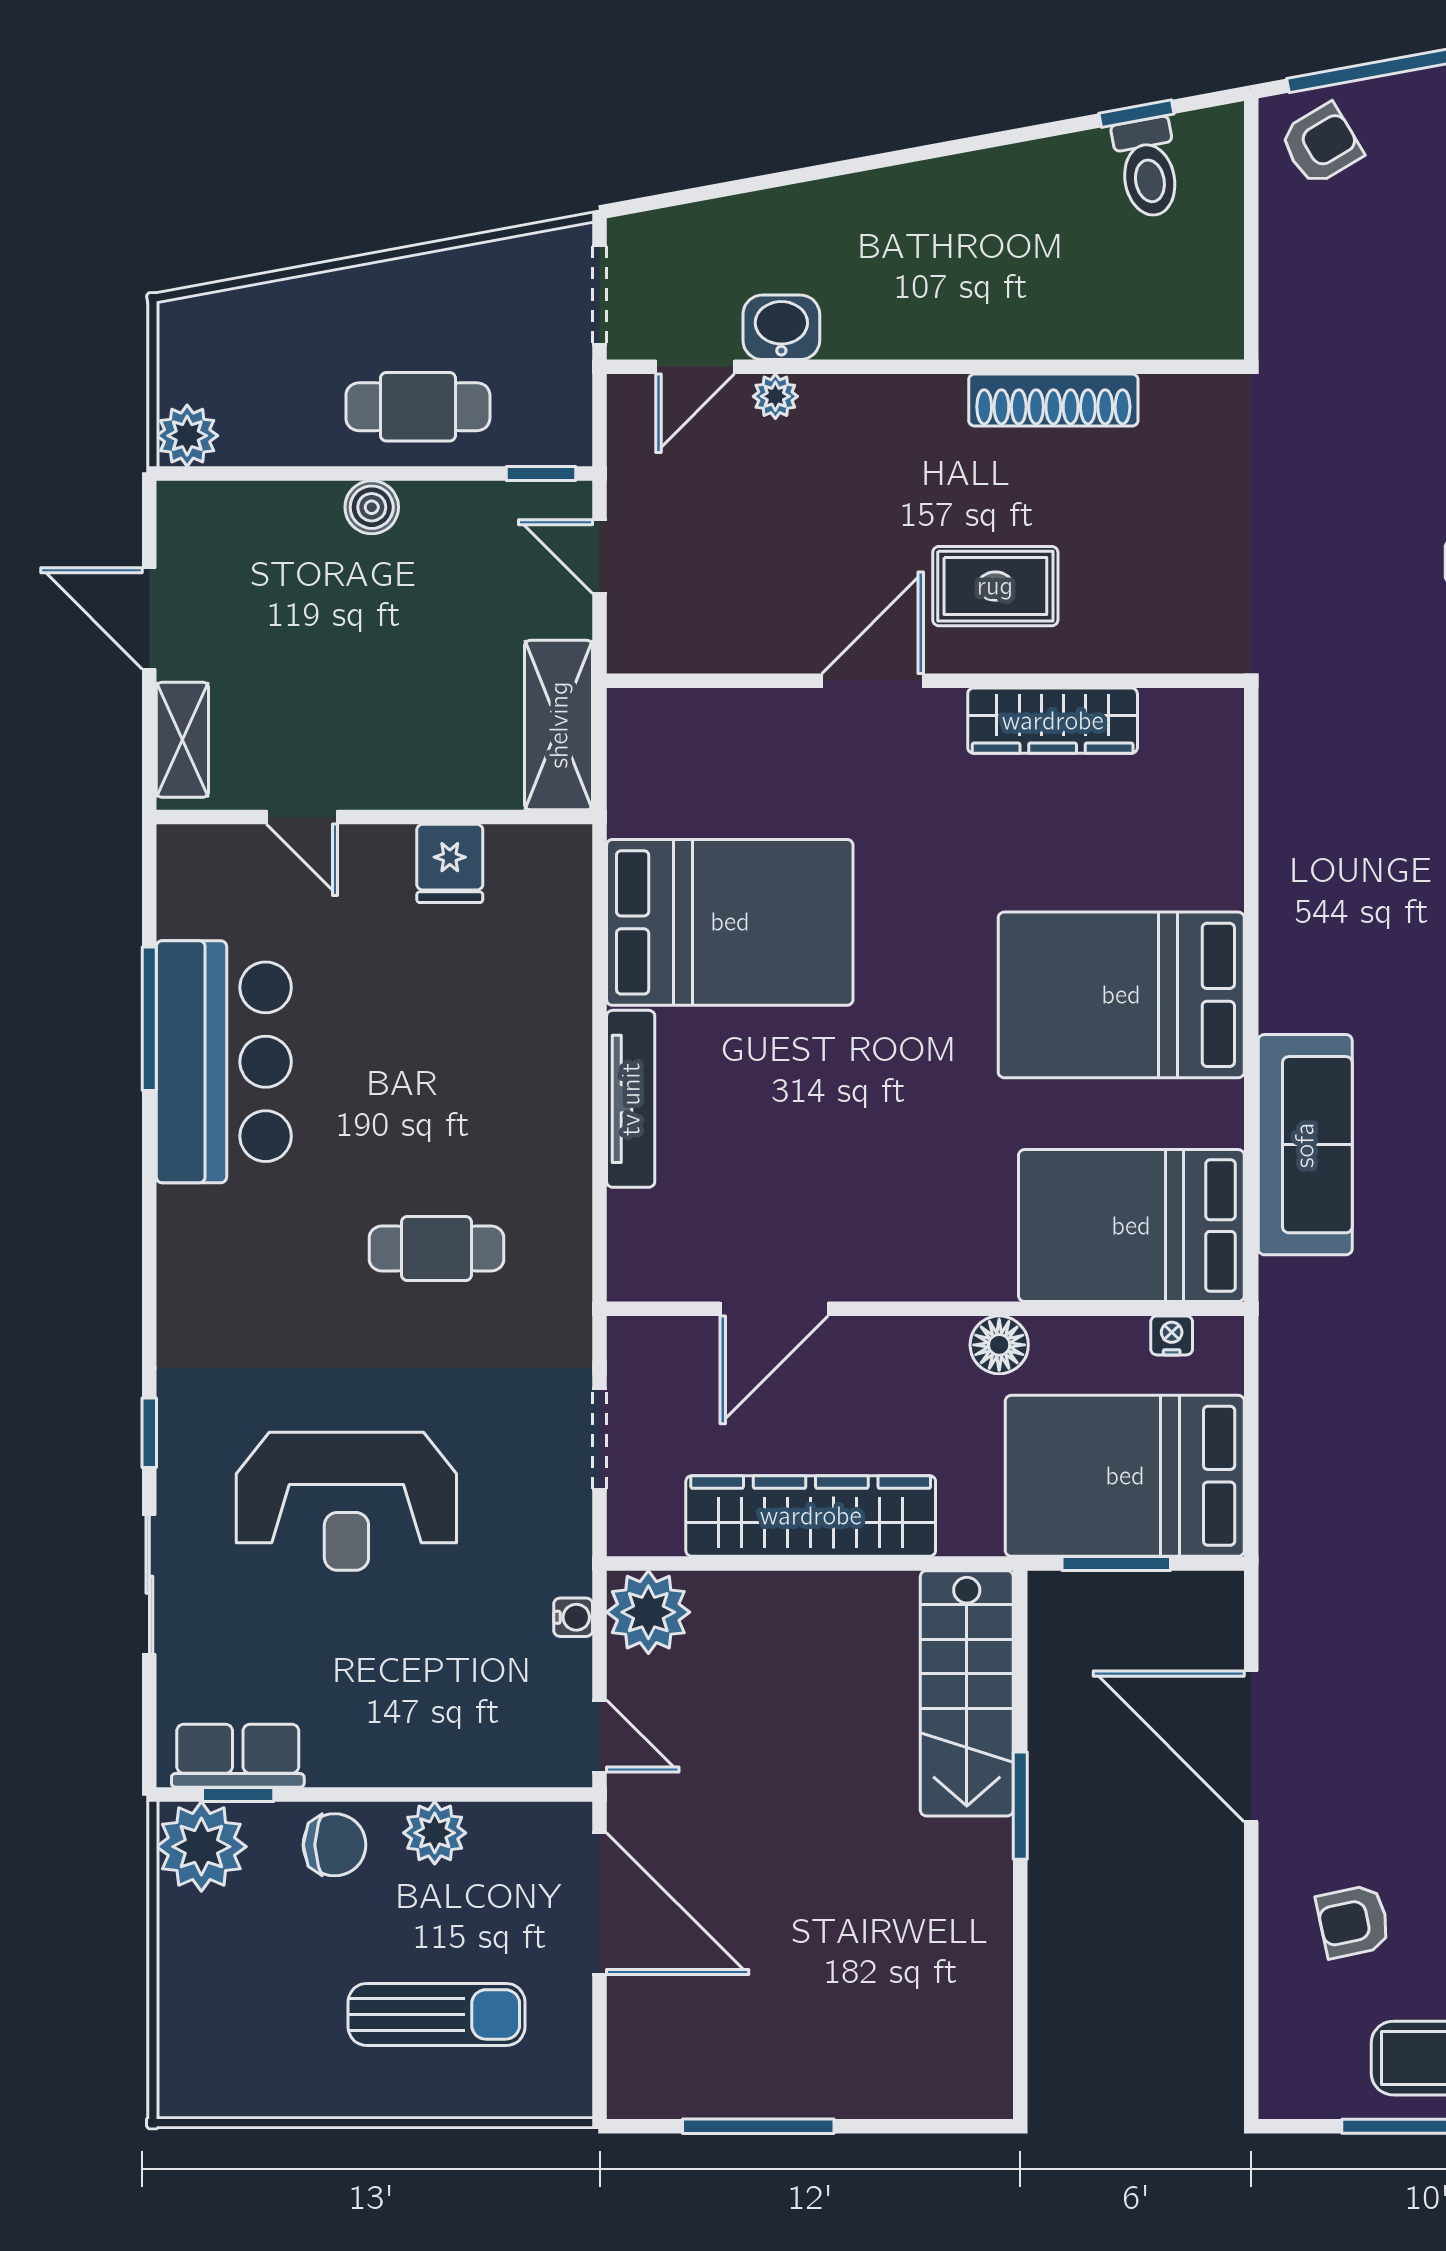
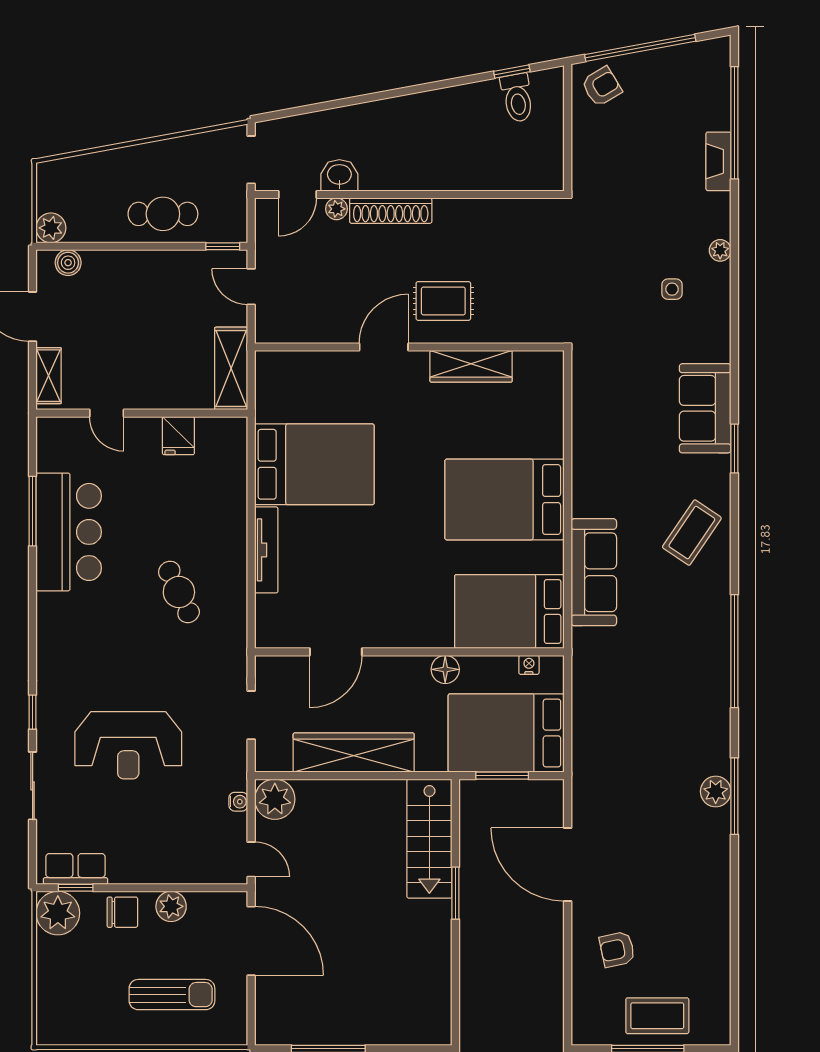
shoe rack: (1053, 400) -> (391, 211), moved
boiler: (372, 507) -> (68, 263), moved
cafe table: (436, 1248) -> (179, 592), moved, turned 65

